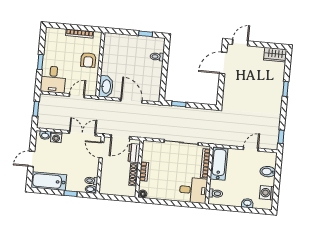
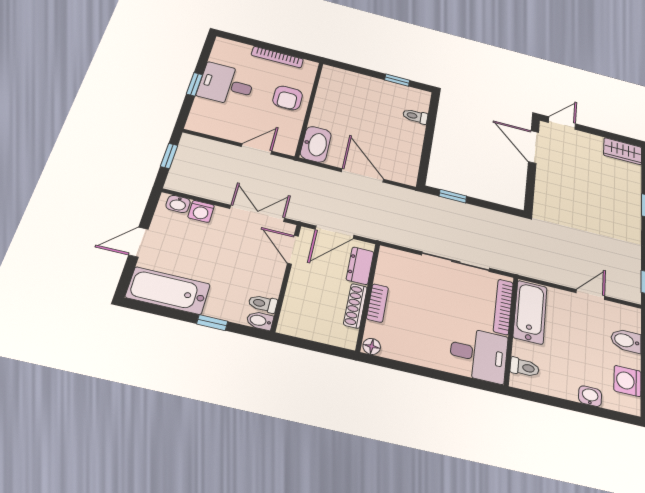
door: (223, 63) -> (534, 147), hinge flipped
desk: (53, 79) -> (226, 85), moved, turned 90

